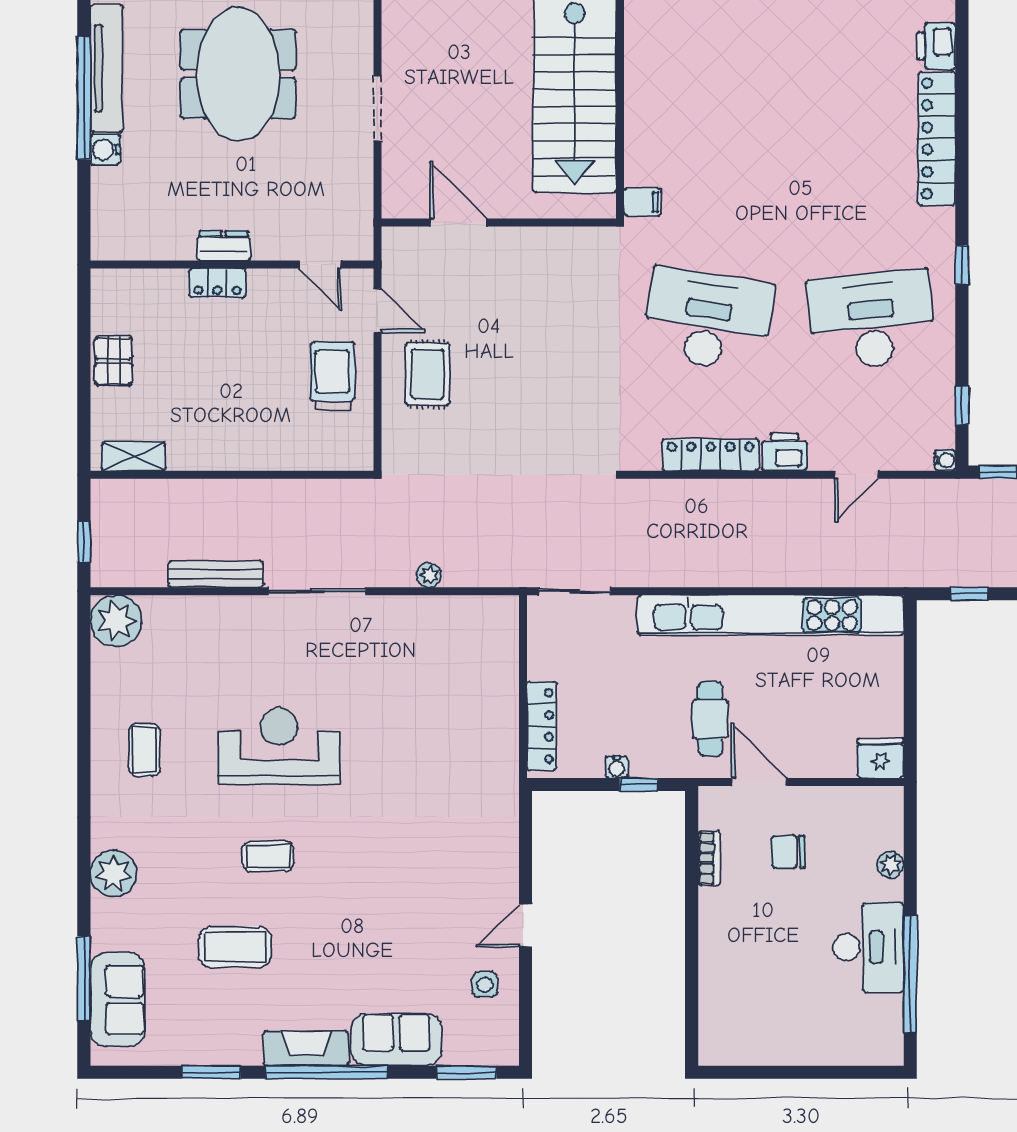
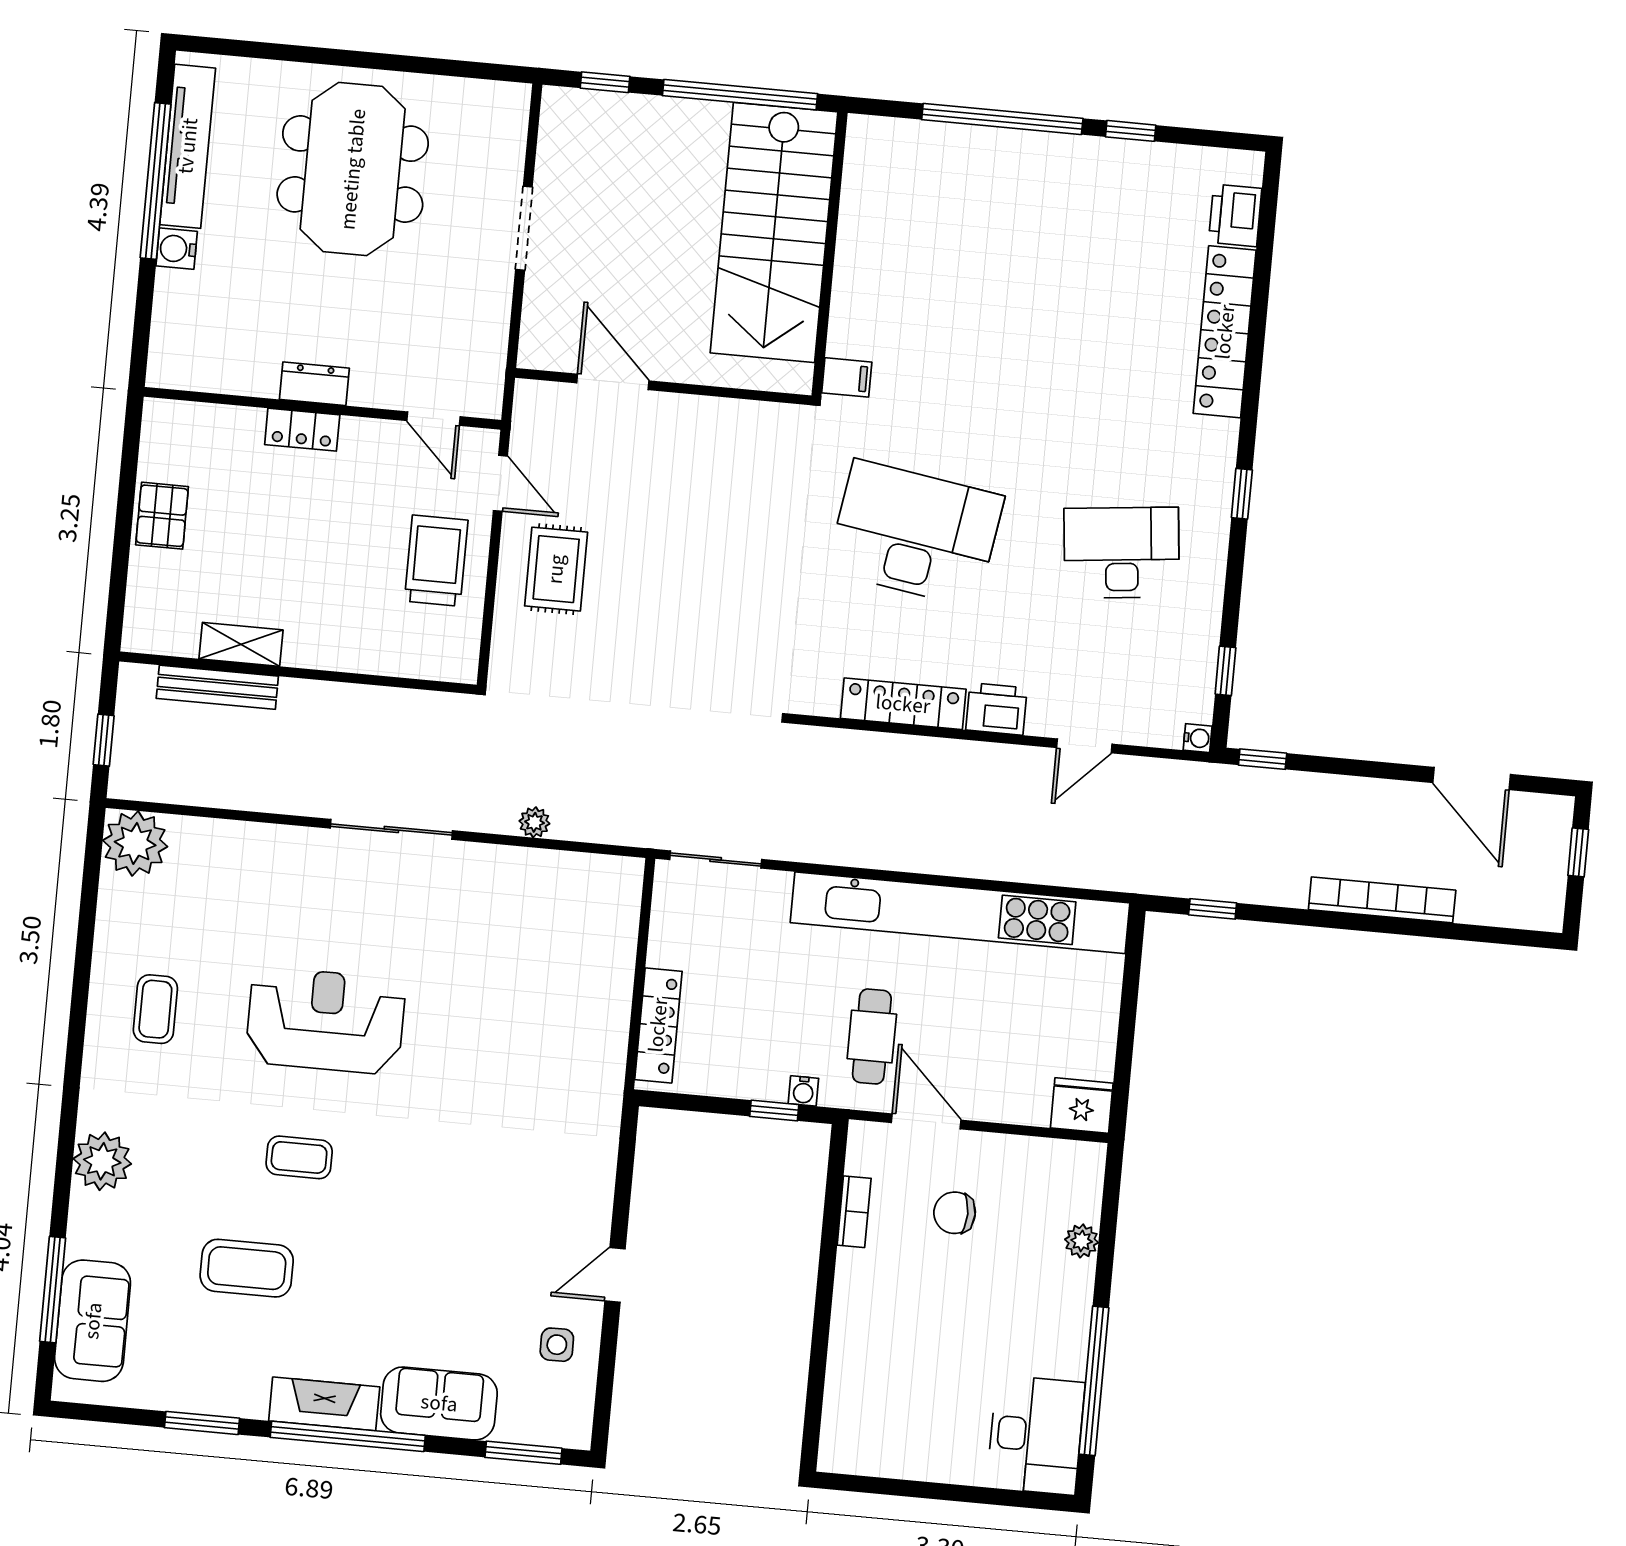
desk: (872, 320) -> (1122, 553), width x0.73, depth x0.77
shelving: (133, 456) -> (241, 644), moved
bench: (216, 574) -> (217, 687), moved
water cooler: (617, 767) -> (803, 1091), moved
desk: (868, 947) -> (1036, 1435), moved

